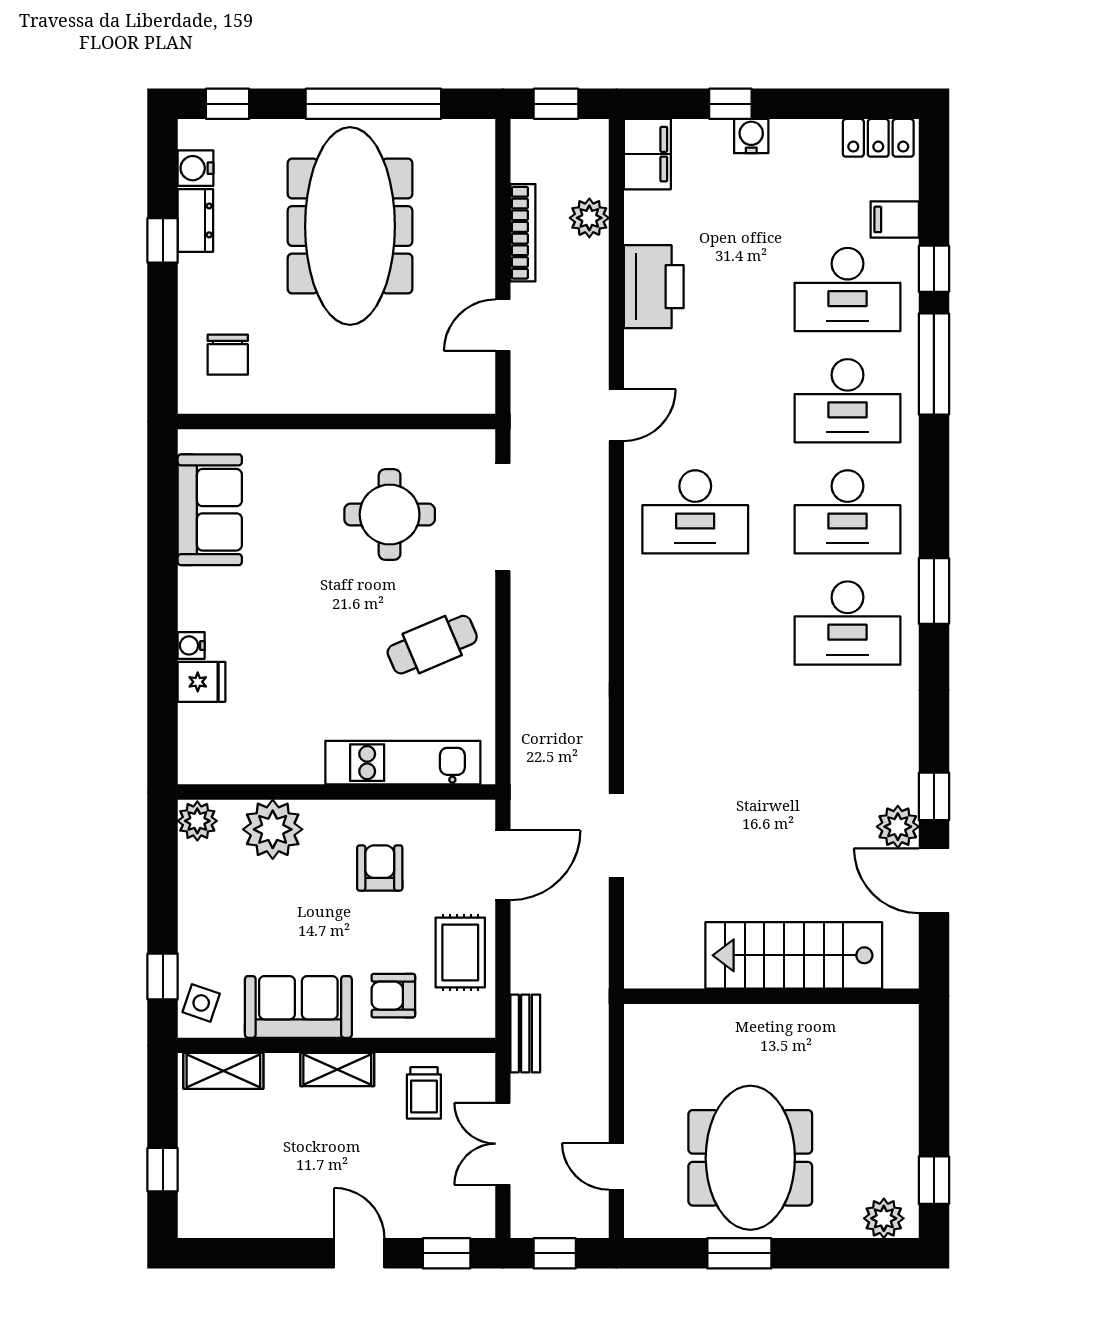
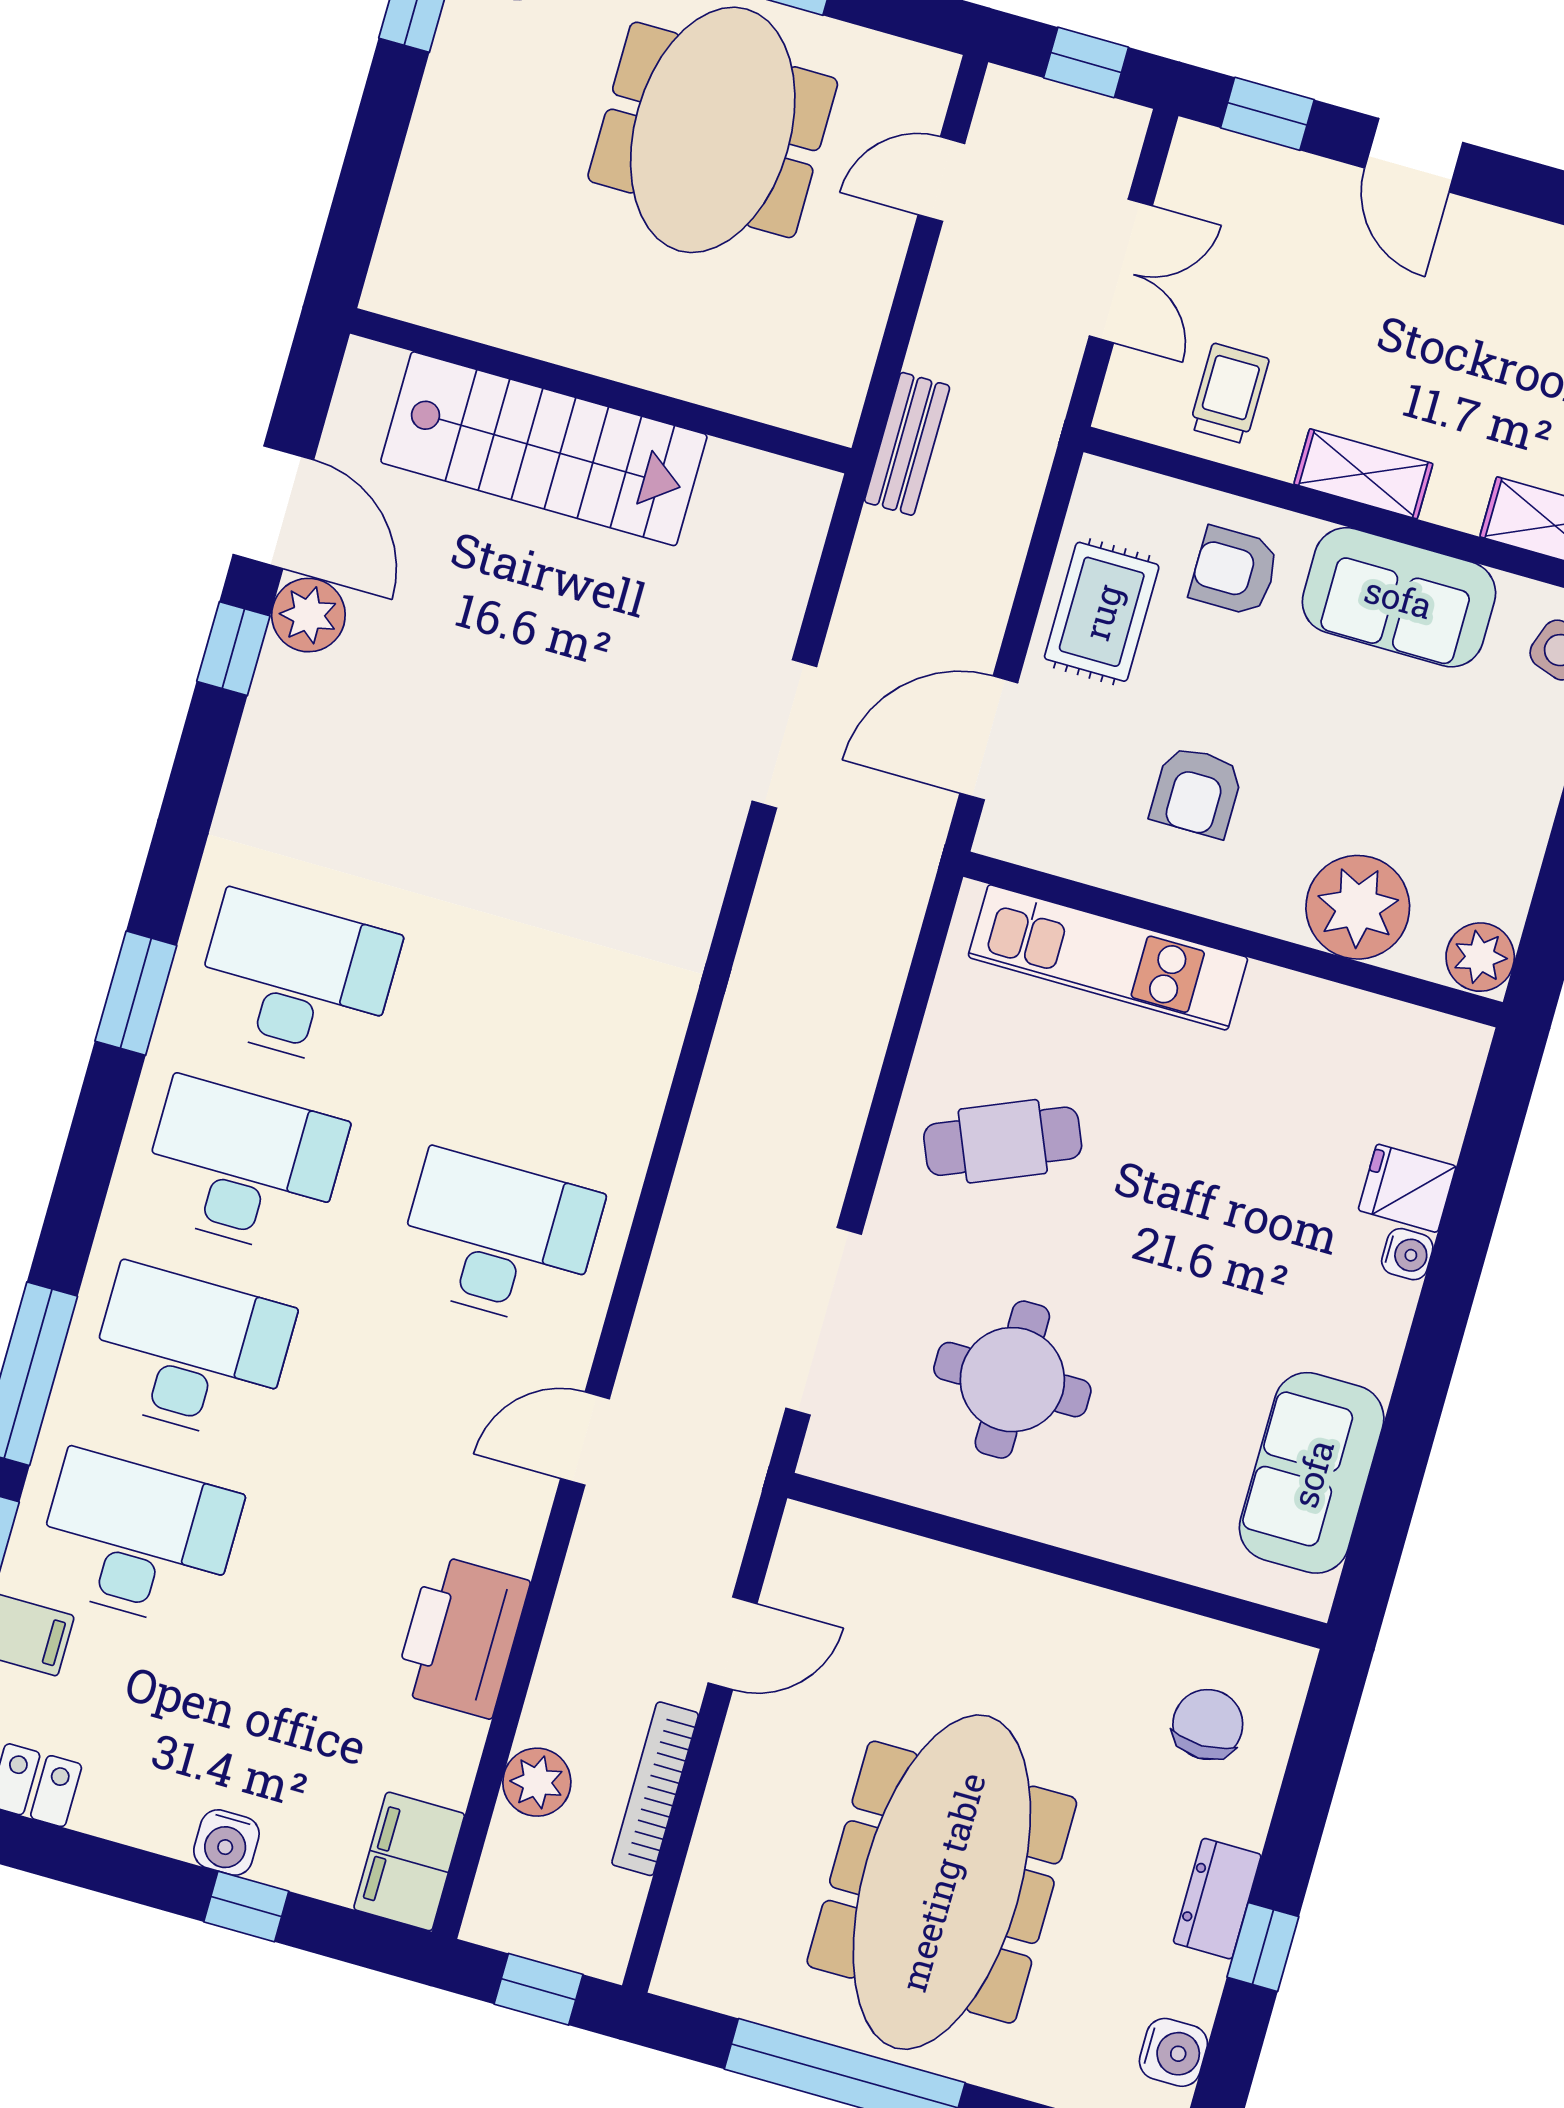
dresser: (195, 220) -> (1217, 1899), moved
armchair: (393, 996) -> (1234, 571), turned 180
bench: (525, 1033) -> (907, 444), moved
door: (616, 1166) -> (941, 179), swing flipped

